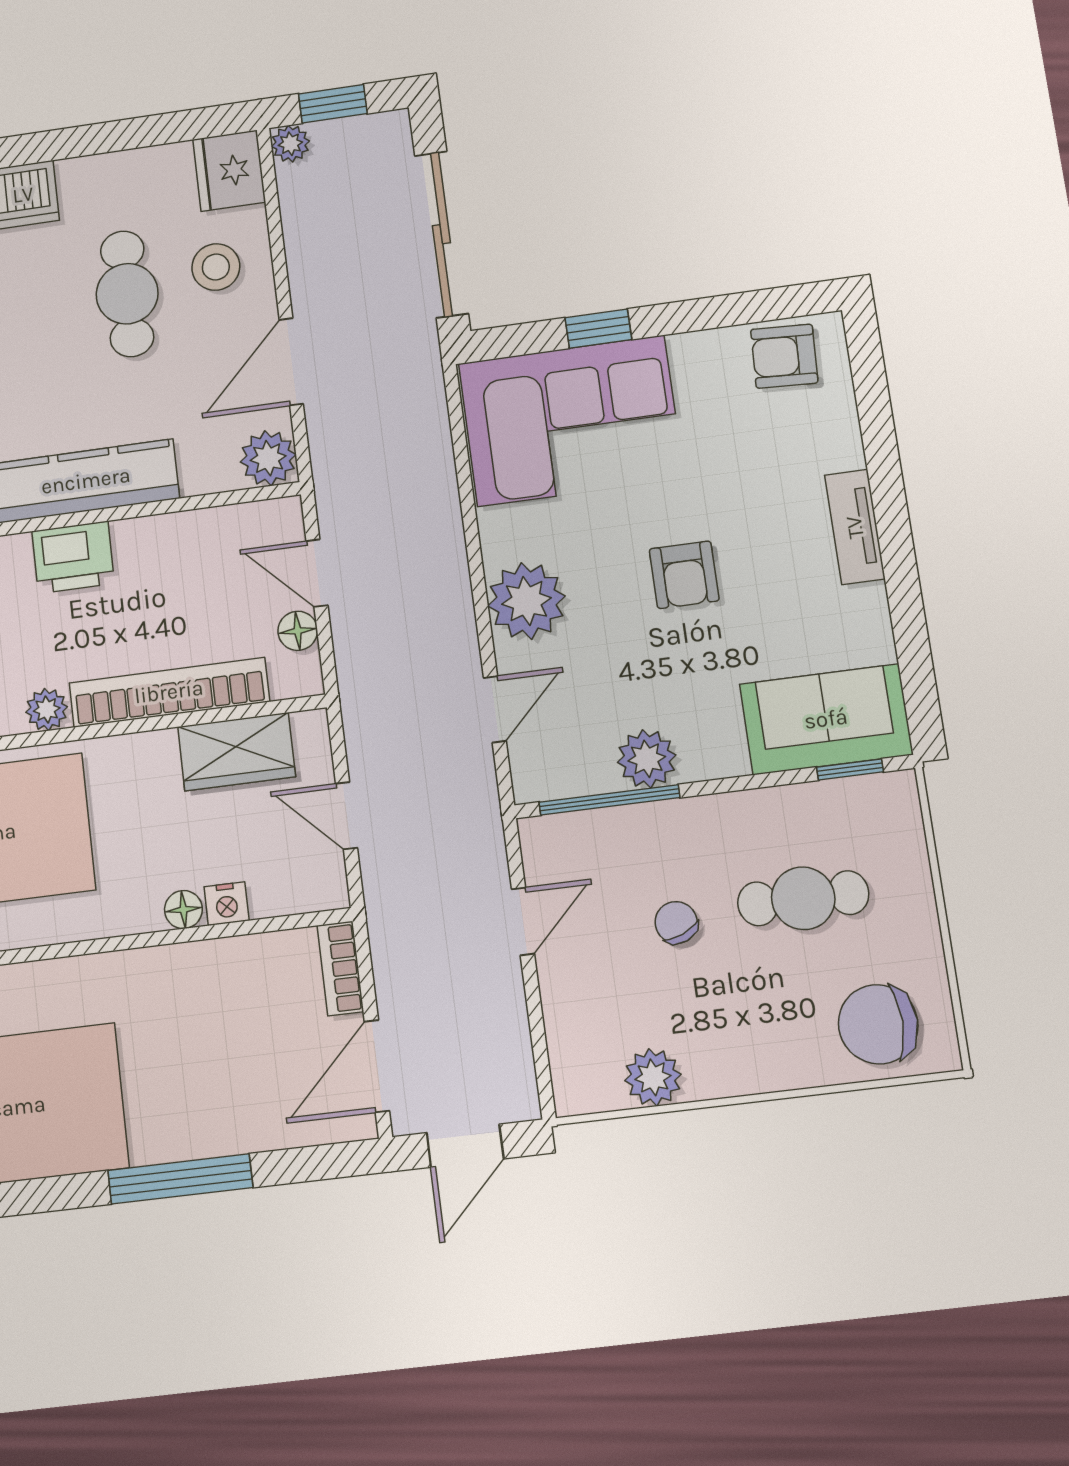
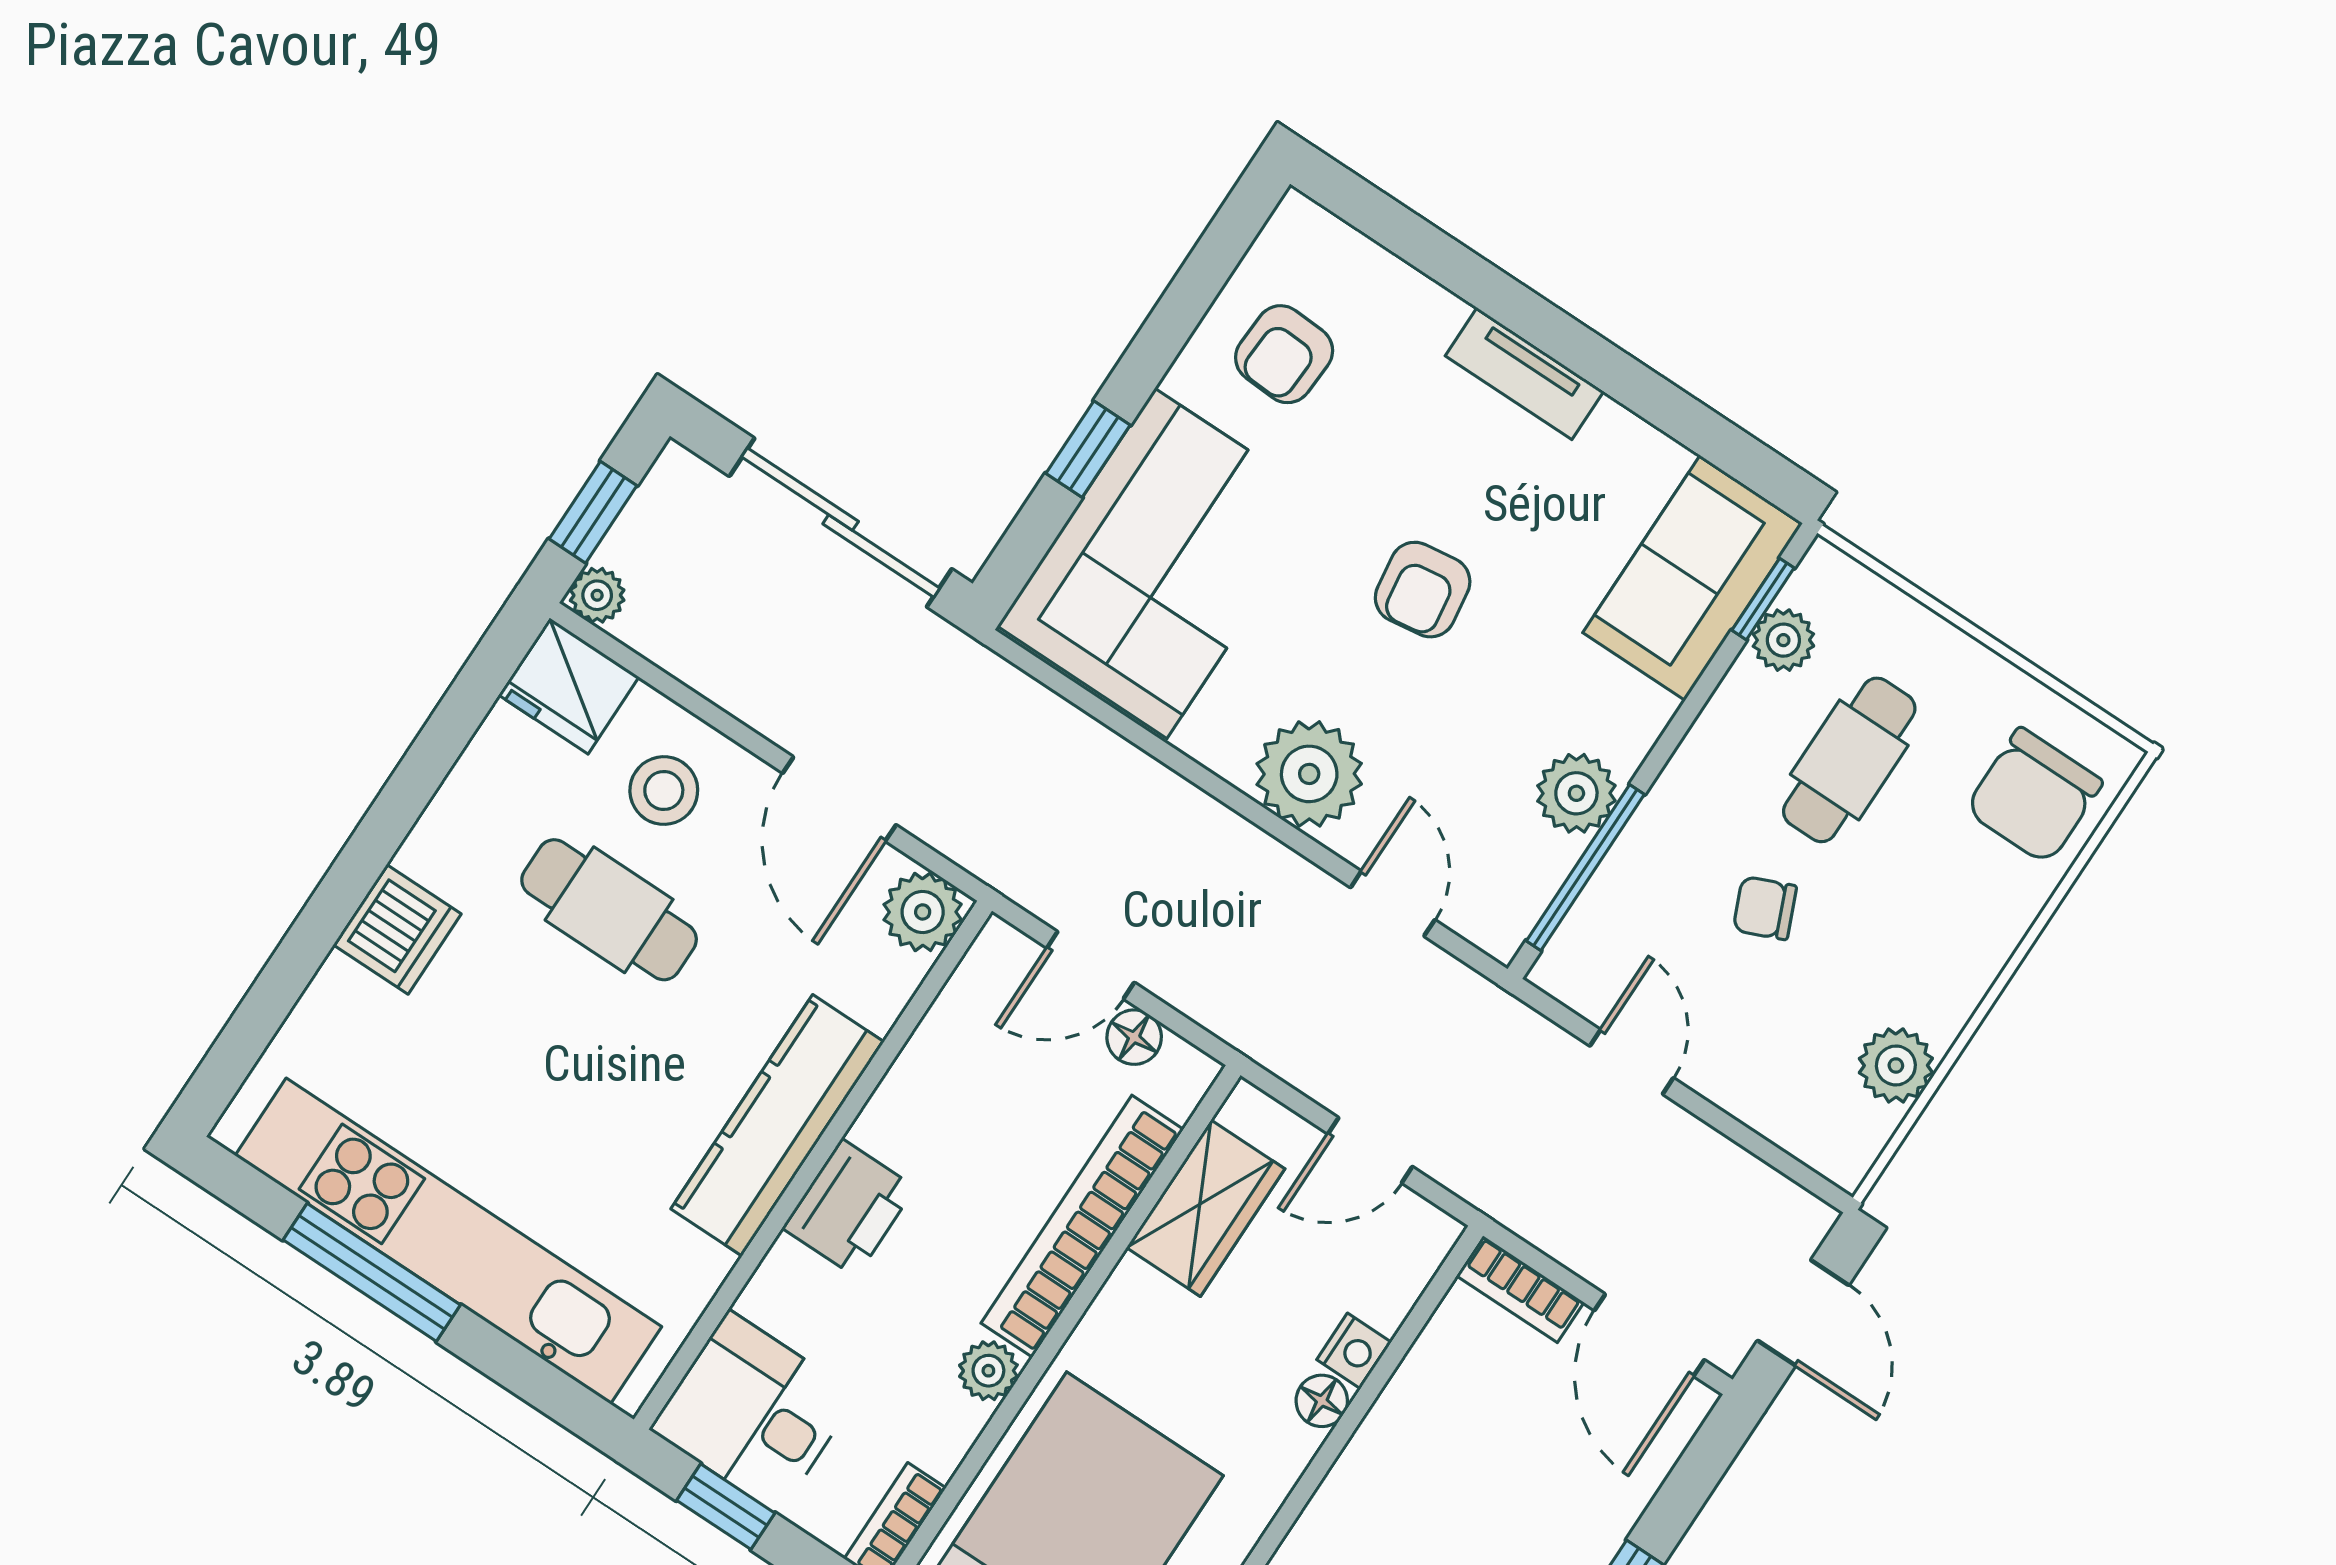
armchair: (784, 356) -> (1284, 354), moved
armchair: (684, 575) -> (1423, 590), turned 82
plant: (837, 801) -> (1783, 640), added

